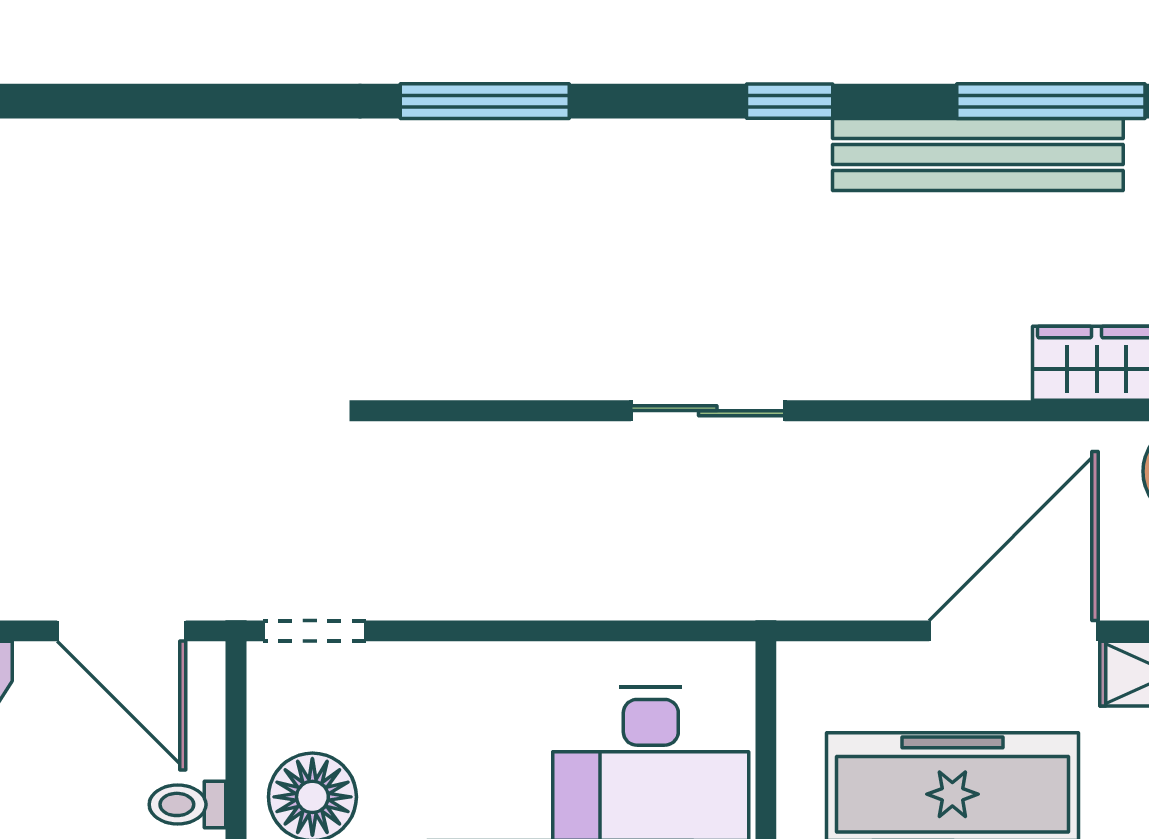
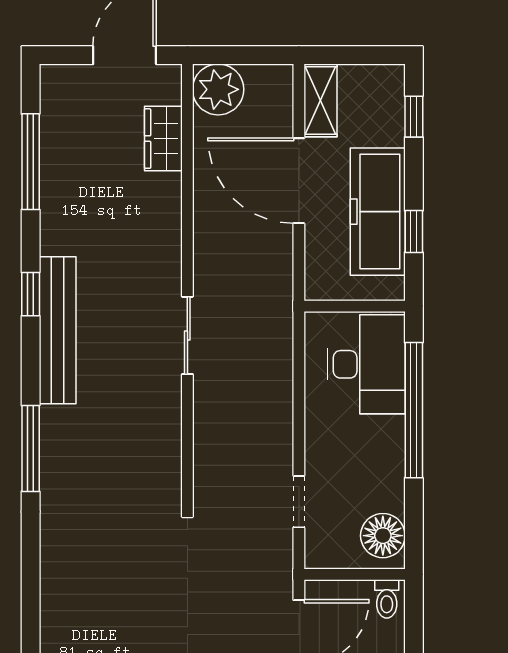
bench: (978, 154) -> (58, 330), moved
doorway: (315, 631) -> (299, 502), moved

